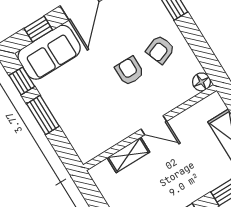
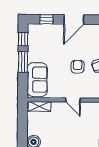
sofa: (49, 52) -> (37, 80), moved, turned -90
shelving: (128, 155) -> (39, 106), moved

